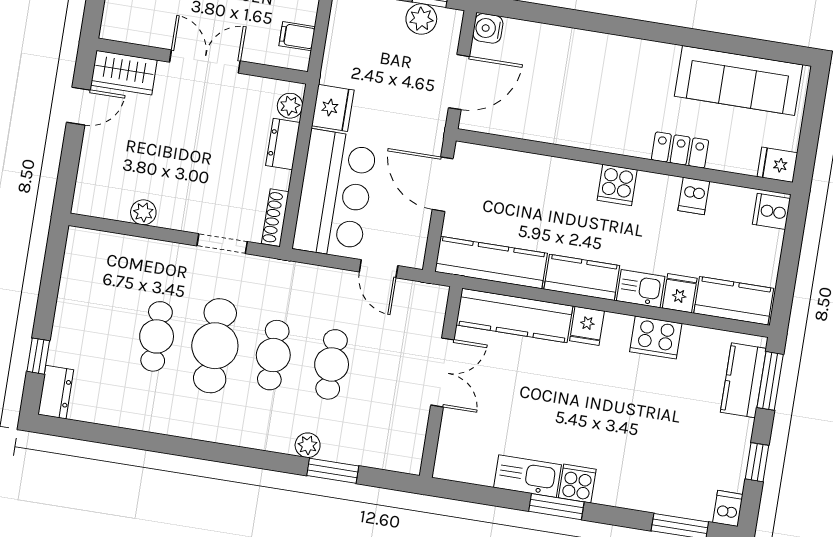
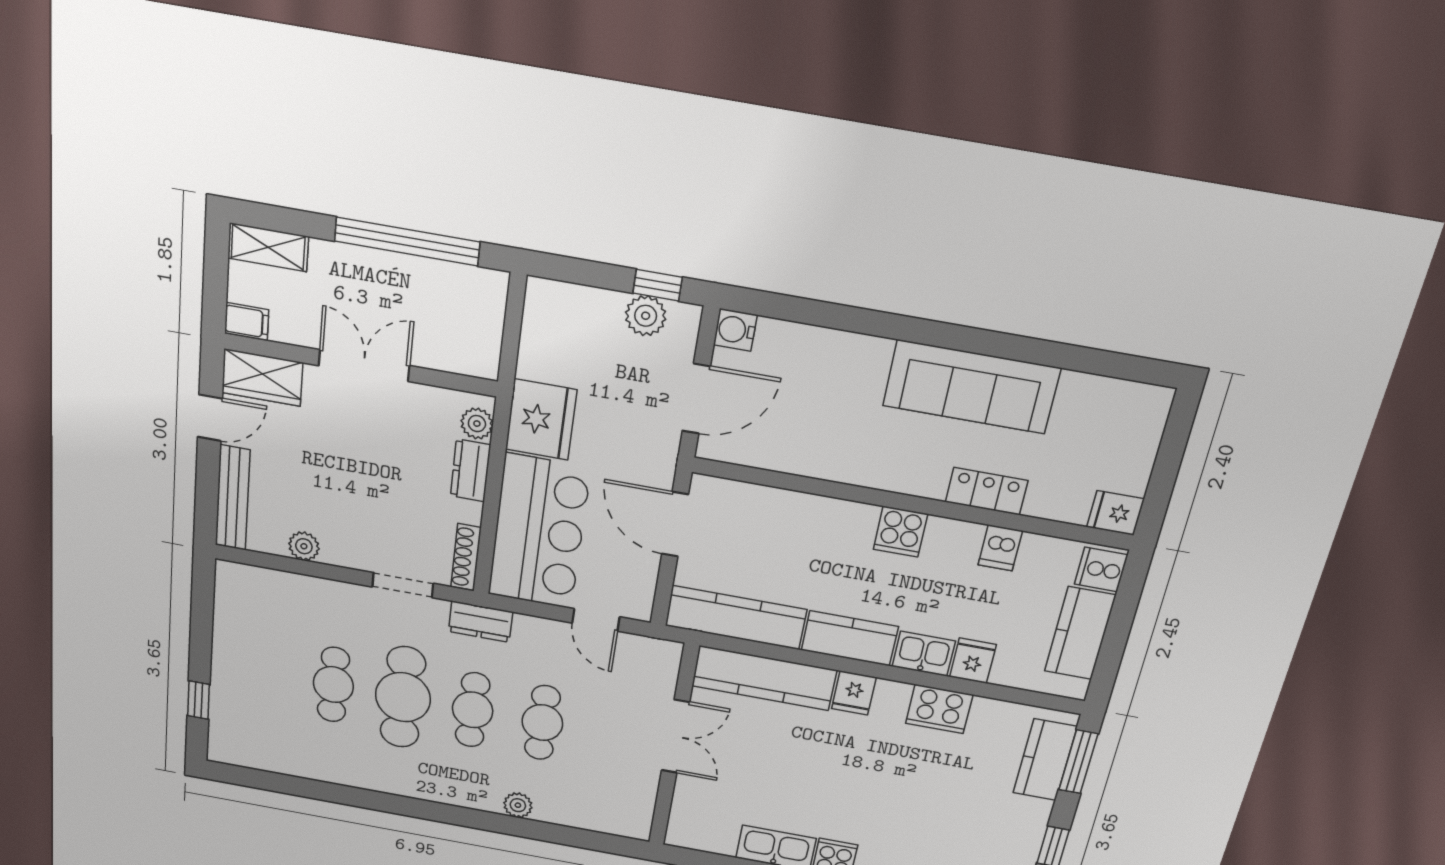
filing cabinet: (297, 36) -> (247, 322), moved, turned 180
sofa: (738, 80) -> (971, 387), moved
fridge: (333, 108) -> (541, 420), width x1.36, depth x1.34
bench: (89, 172) -> (233, 498), added
kitchen counter: (734, 301) -> (1080, 633), moved, turned -90
dresser: (56, 392) -> (480, 622), moved, turned 90
window: (333, 471) -> (548, 832), removed

